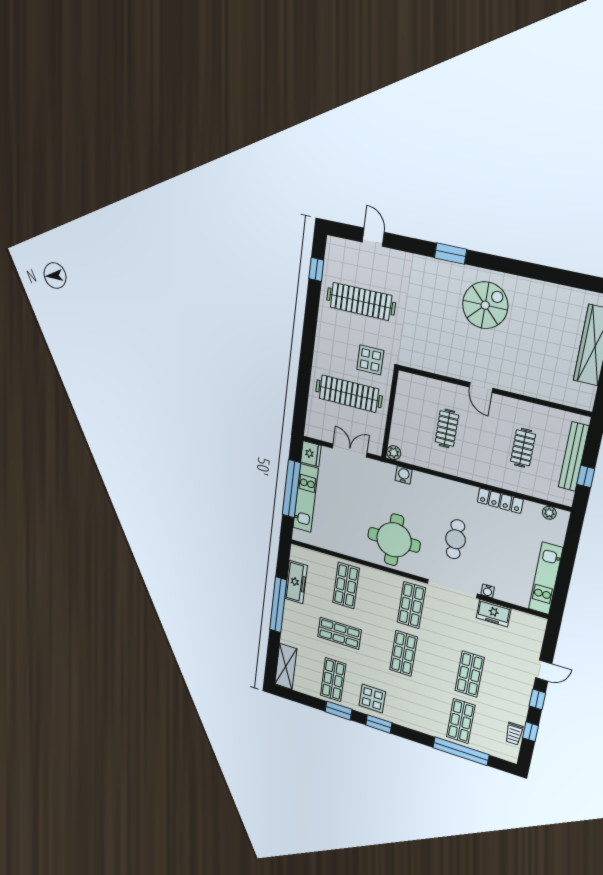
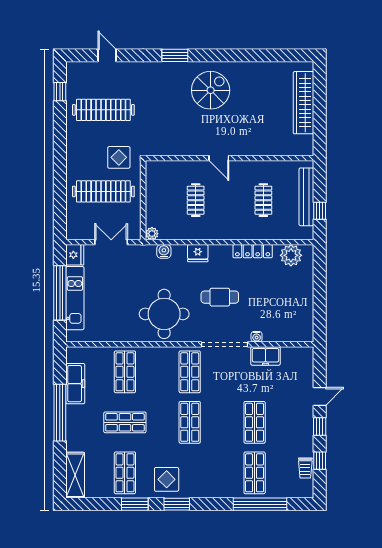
fridge: (440, 487) -> (198, 253), added
plant: (549, 513) -> (291, 255), width x1.87, depth x1.87
cafe table: (456, 539) -> (220, 297), turned 90
kitchen unit: (546, 578) -> (304, 310), removed

